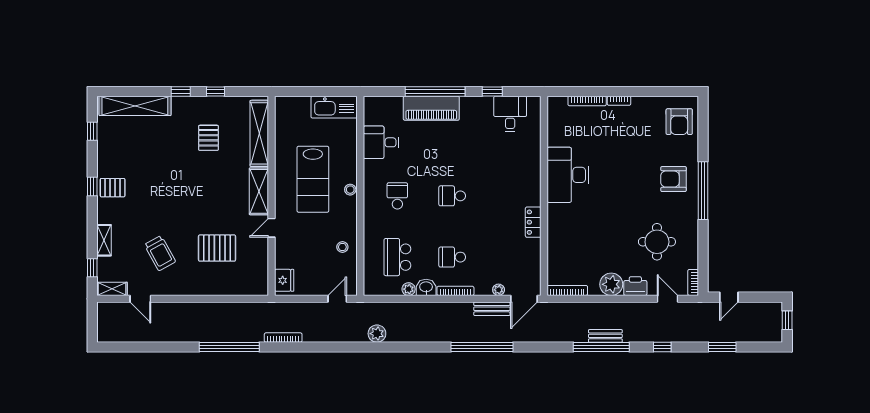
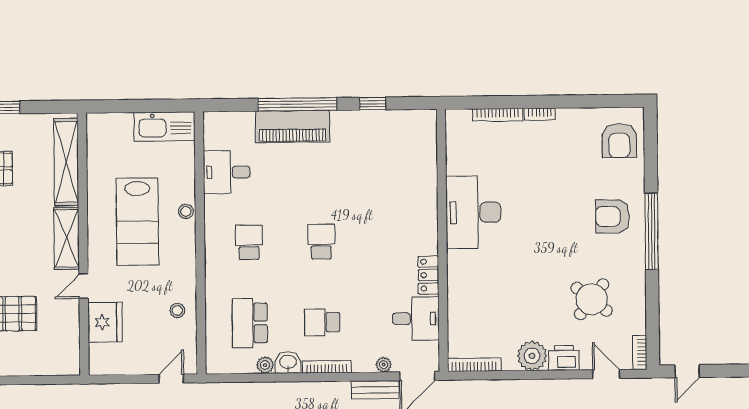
desk: (510, 114) -> (416, 319), moved, turned 90
stool: (350, 190) -> (186, 211), moved
school desk: (452, 196) -> (321, 242), turned 90
round table: (657, 242) -> (592, 299), turned 38
fridge: (284, 280) -> (105, 322), moved, width x1.36, depth x1.34

